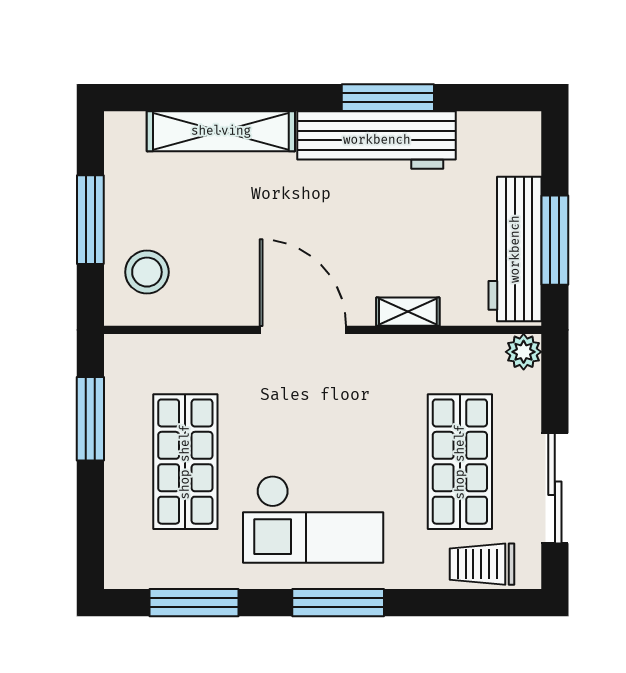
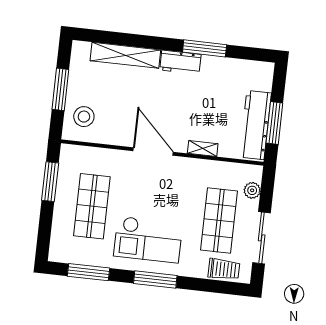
workbench: (377, 140) -> (180, 62), width x0.53, depth x0.76
plant: (524, 352) -> (252, 190), moved
trolley: (482, 564) -> (224, 269), turned 180

